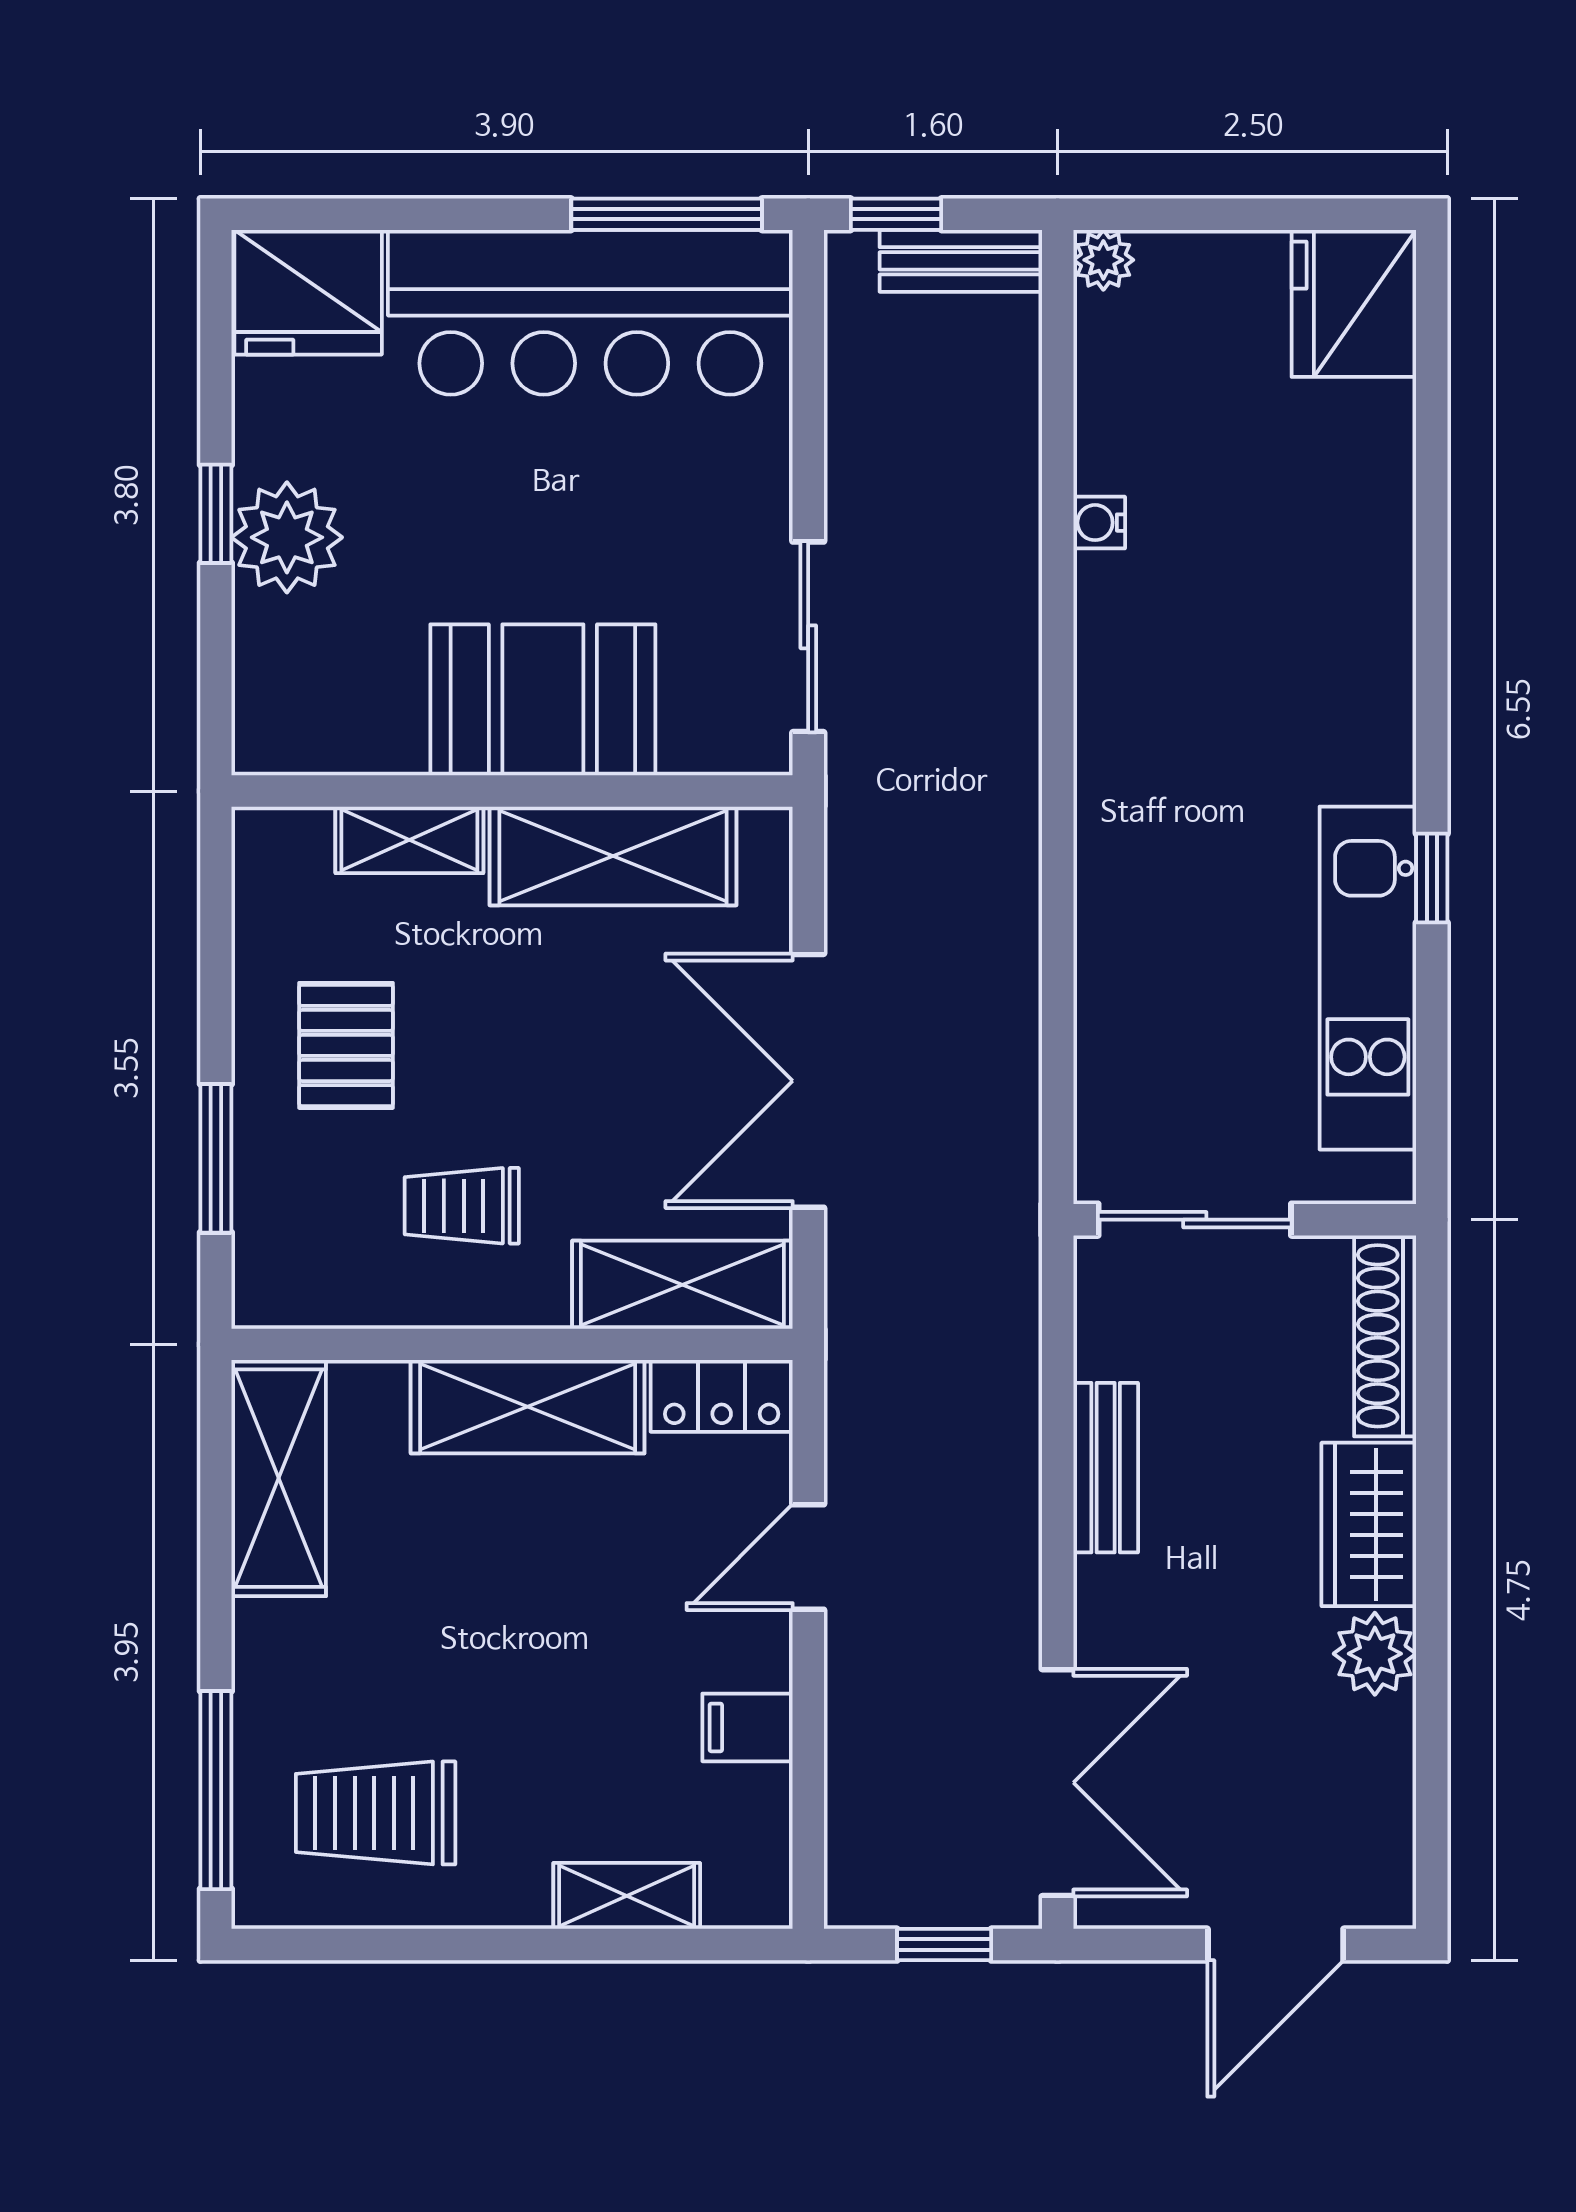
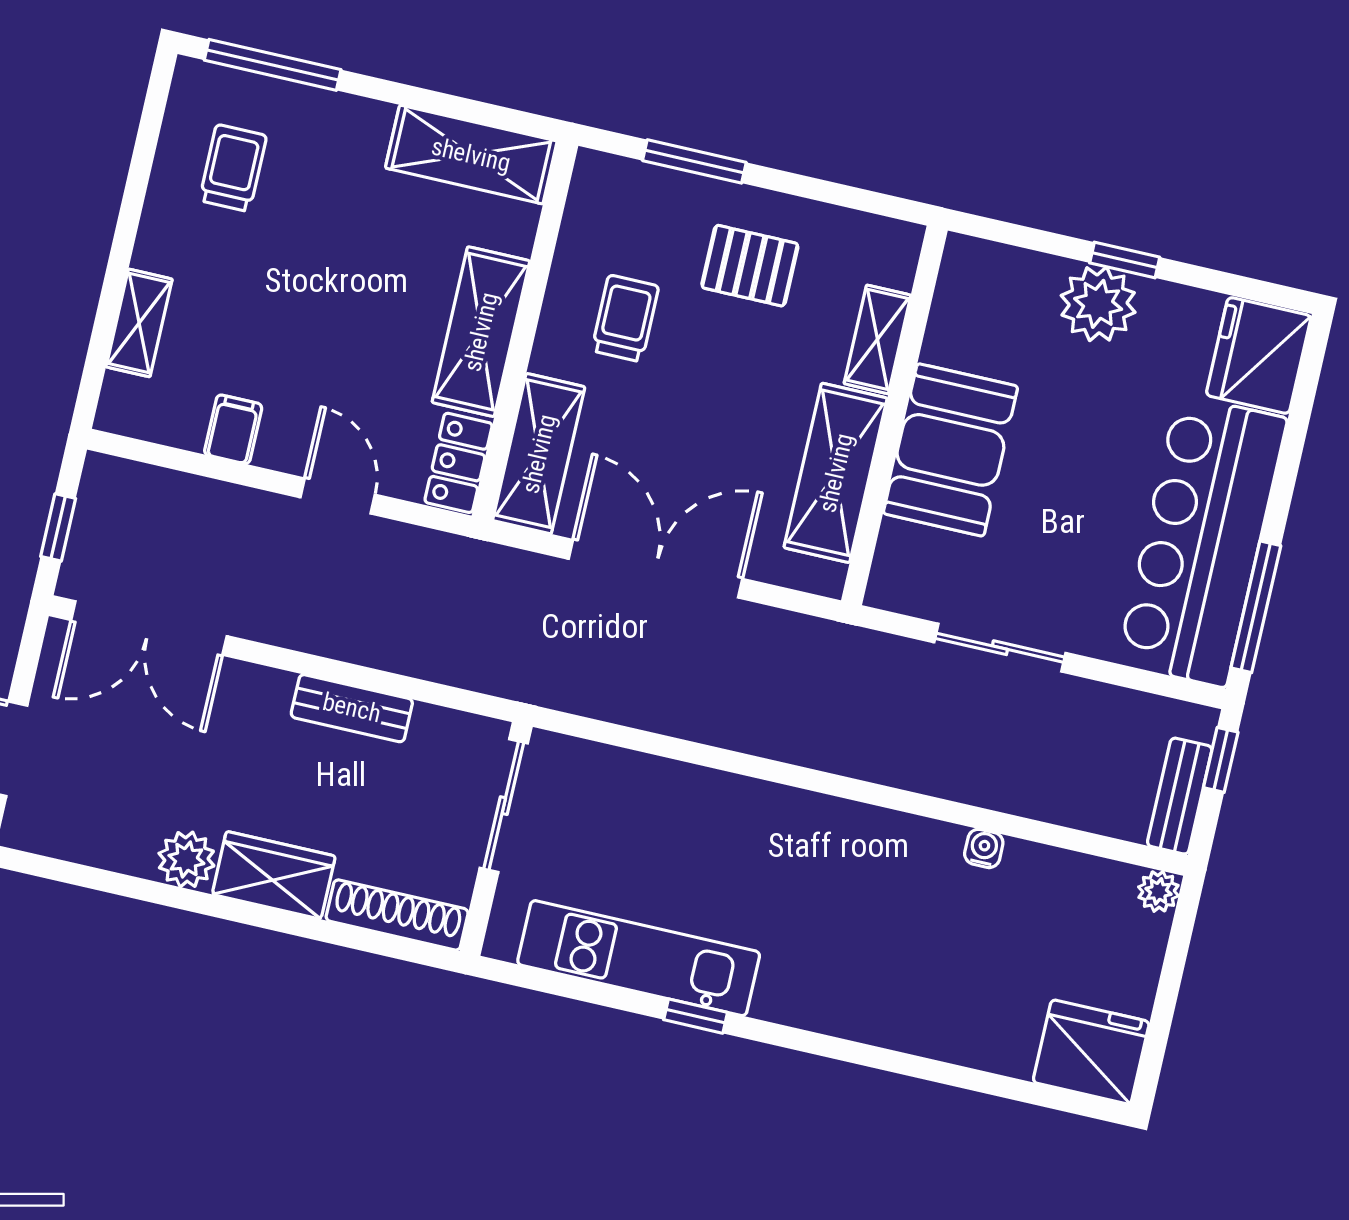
sliding door: (808, 637) -> (1000, 648), moved
trolley: (376, 1813) -> (233, 168), width x0.73, depth x0.72

